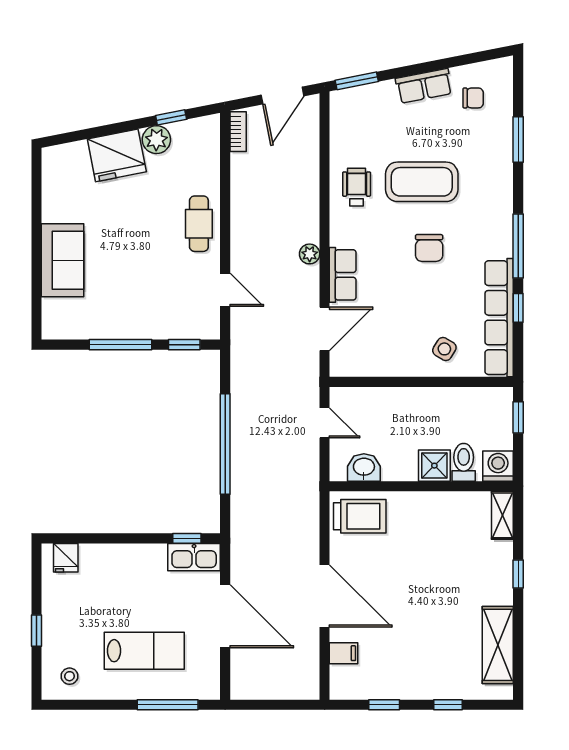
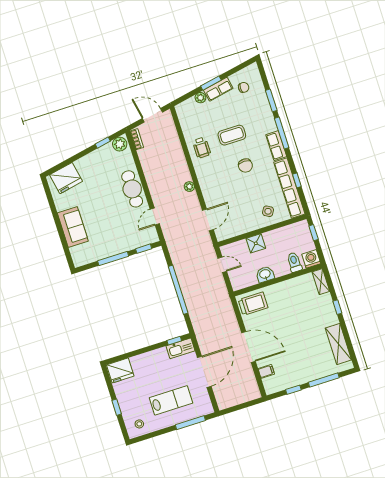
window: (357, 81) -> (211, 83), moved
plant: (385, 91) -> (200, 98), added
door: (282, 96) -> (152, 115), swing flipped
plant: (156, 140) -> (120, 144), moved
fridge: (117, 155) -> (66, 178), moved
coffee table: (422, 182) -> (232, 135), width x0.73, depth x0.76
wheelchair: (357, 187) -> (202, 148), turned 180
cafe table: (199, 224) -> (132, 189), width x1.37, depth x1.35
window: (518, 246) -> (282, 133), moved
row of seats: (343, 275) -> (276, 146), moved, turned 180
door: (225, 290) -> (155, 216), swing flipped
shower: (434, 466) -> (256, 243), moved
washbasin: (364, 467) -> (265, 274), moved
fridge: (66, 558) -> (120, 370), width x1.88, depth x1.34
door: (225, 616) -> (204, 372), hinge flipped
window: (448, 705) -> (324, 380), width x2.17

